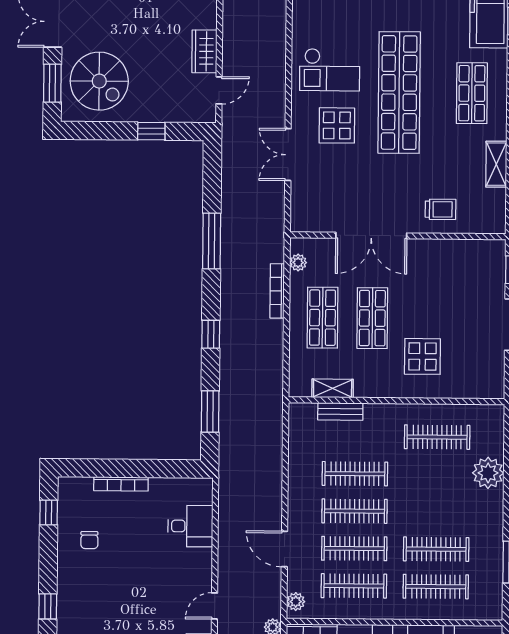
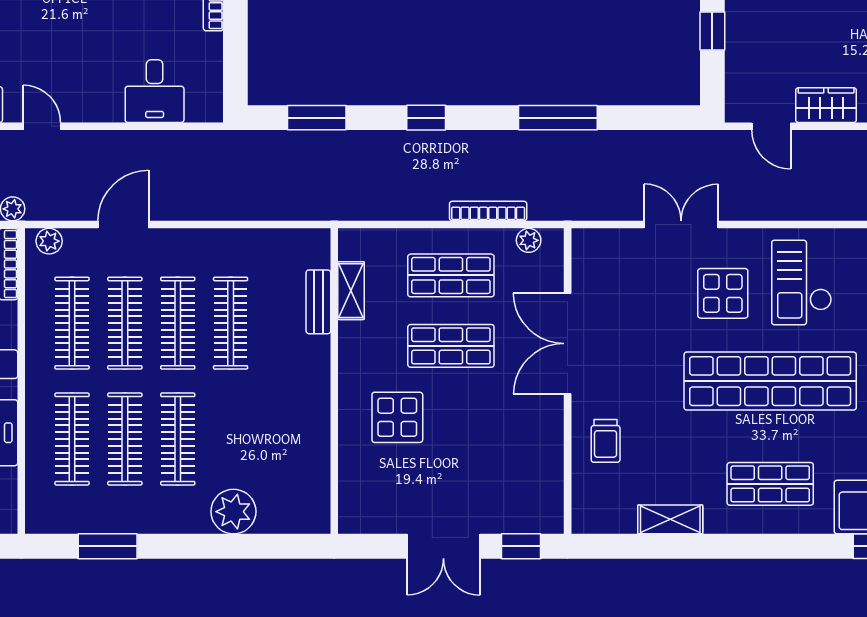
clothes rail: (437, 437) -> (178, 439), moved

